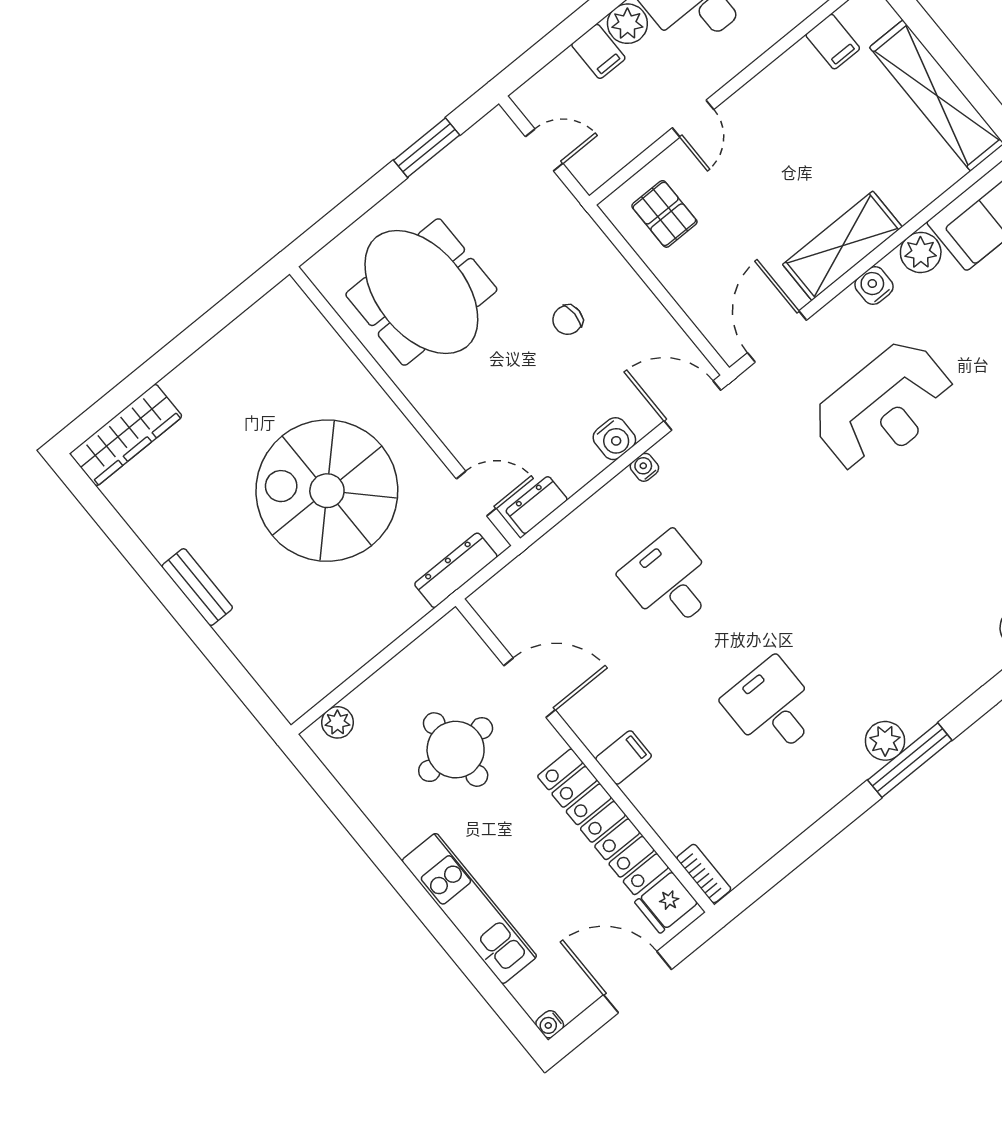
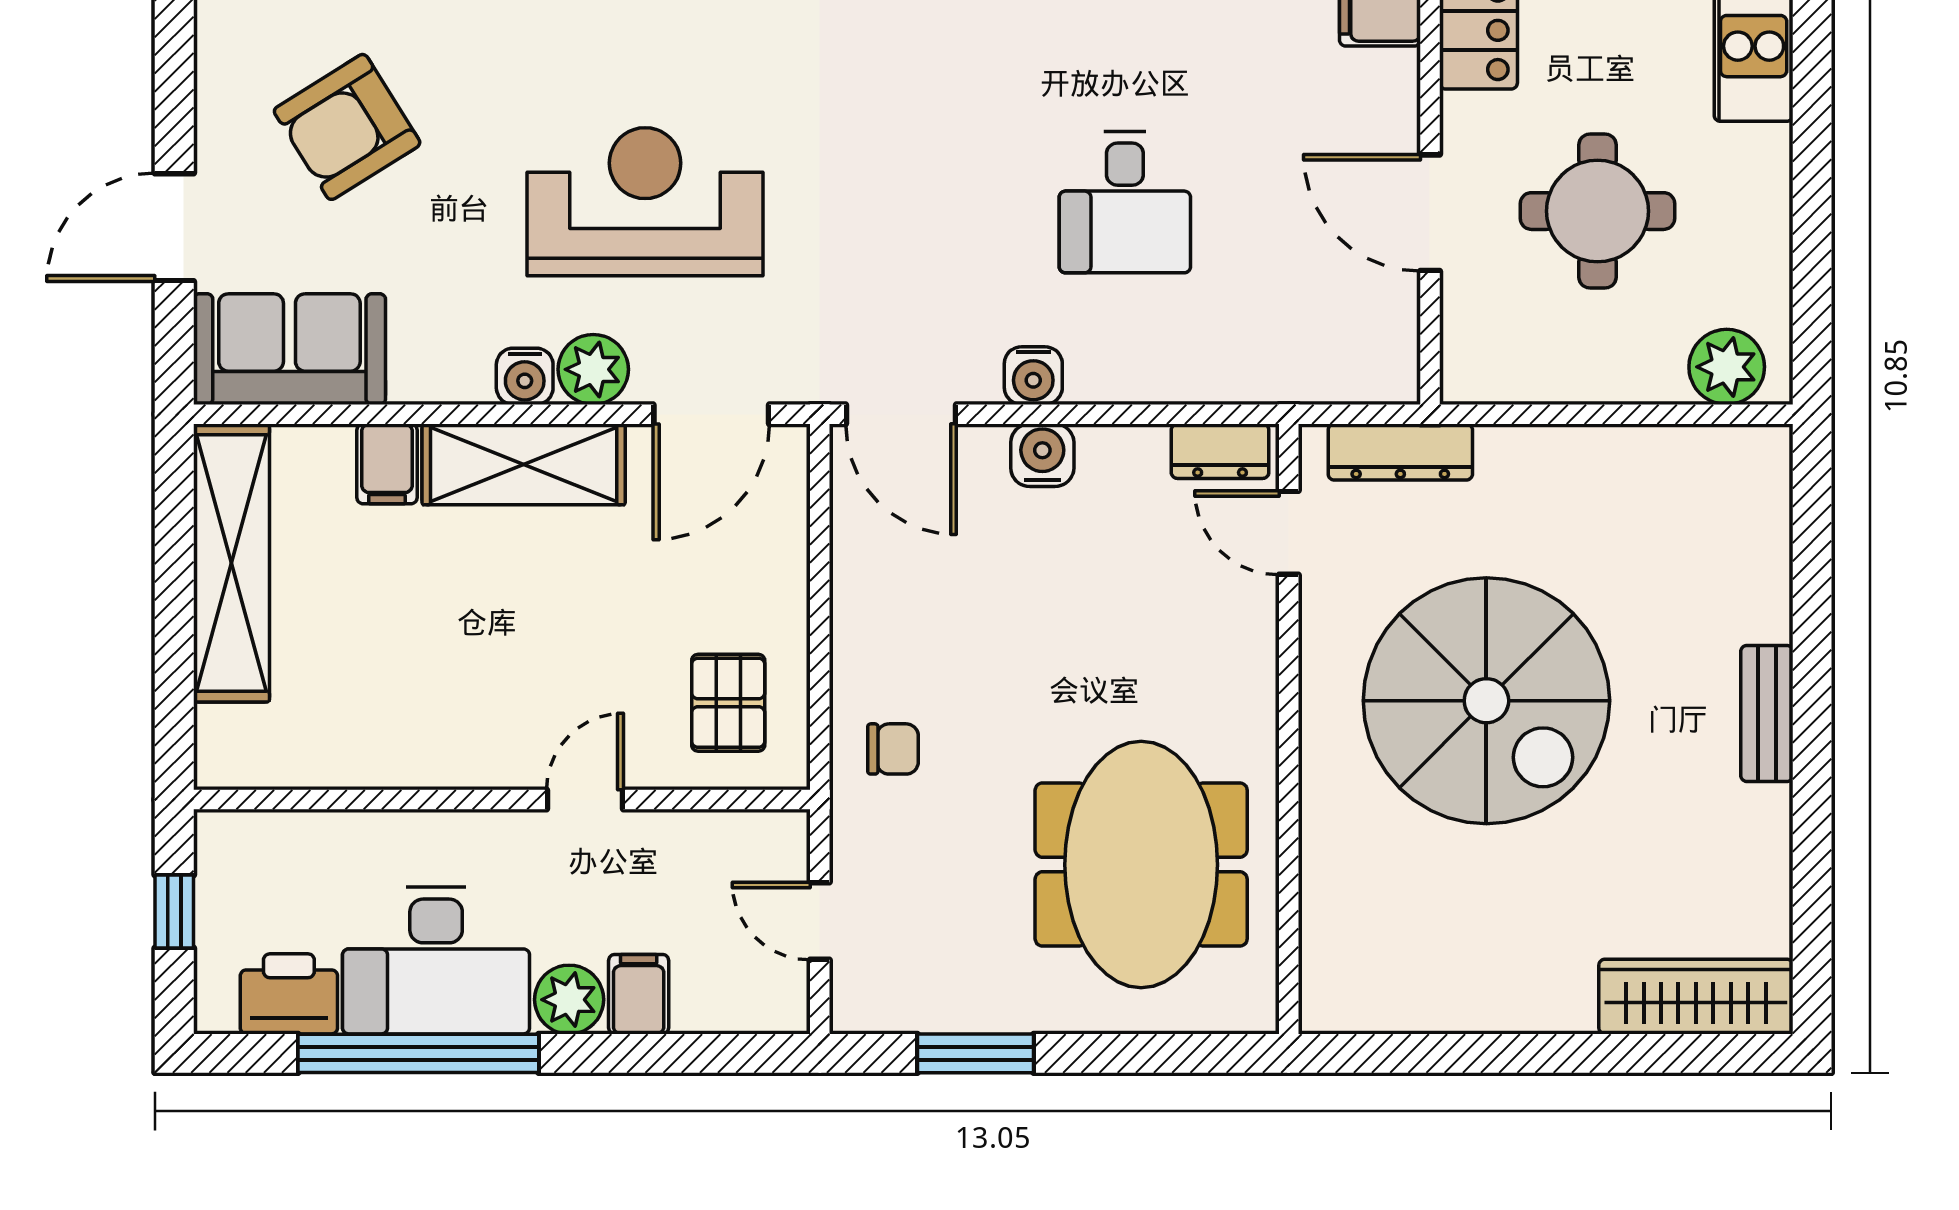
filing cabinet: (833, 42) -> (387, 464), moved, turned 180
plant: (921, 252) -> (593, 369), moved
chair: (568, 320) -> (893, 749), moved
water cooler: (644, 467) -> (1033, 376), width x1.38, depth x1.38
plant: (337, 722) -> (1727, 367), width x1.38, depth x1.38

